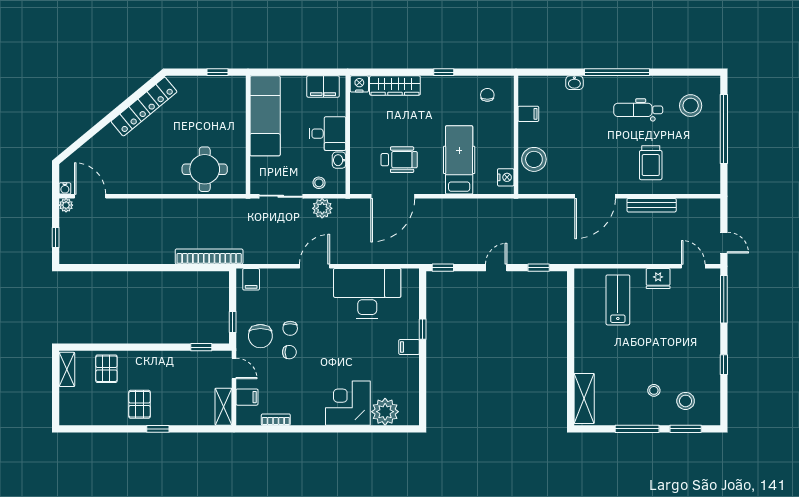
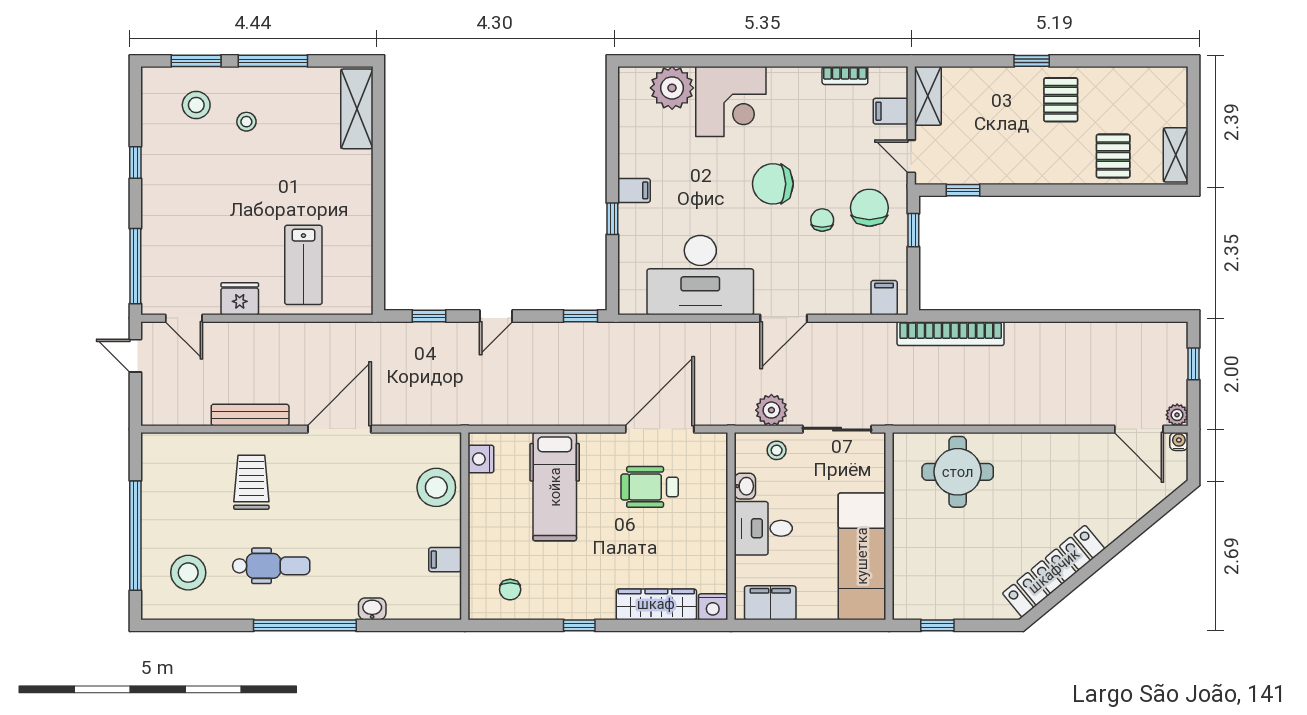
chair: (289, 352) -> (773, 184), moved, width x1.87, depth x1.87

